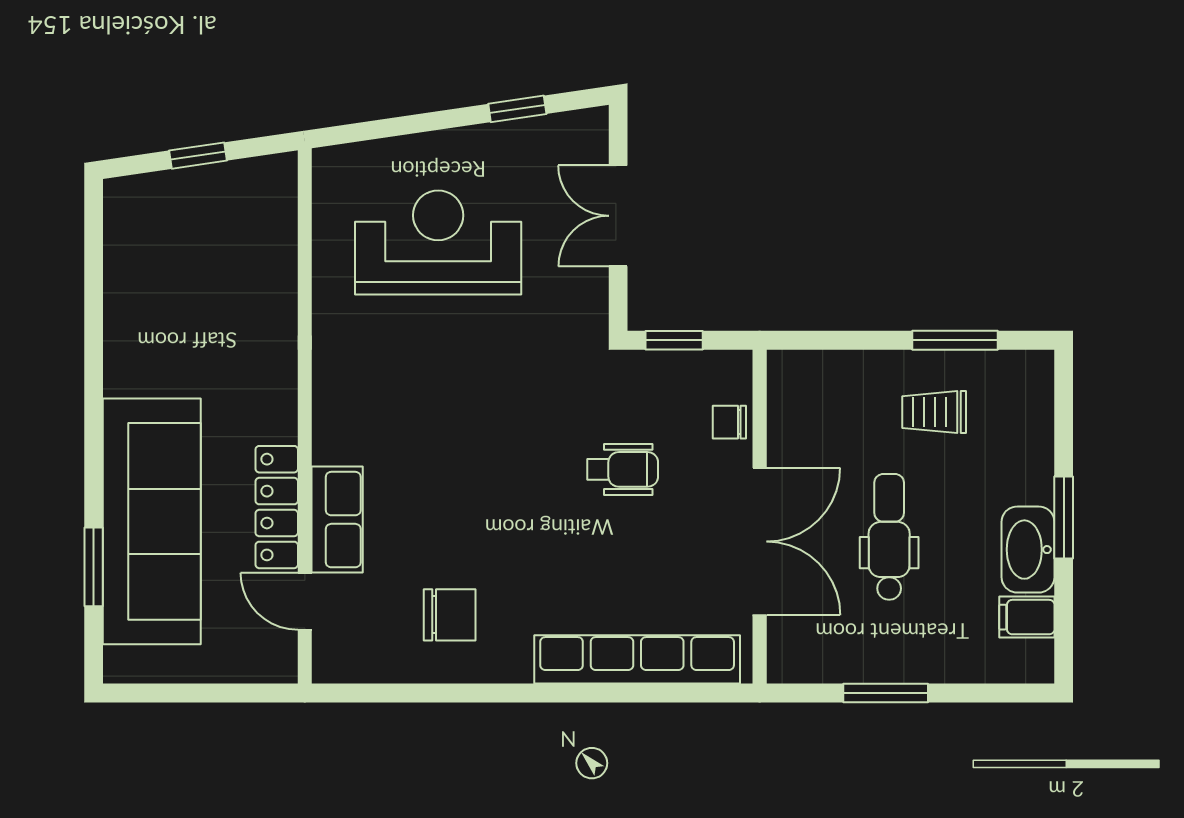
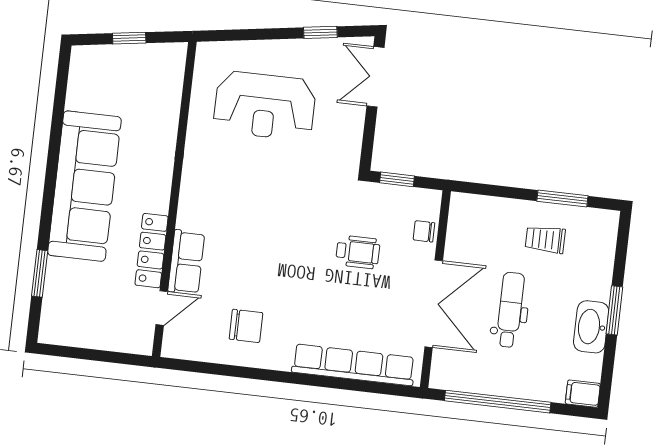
double door: (618, 216) -> (375, 77), moved
reception desk: (438, 242) -> (265, 106), turned 180
sofa: (152, 521) -> (84, 186), moved
door: (305, 601) -> (162, 308), swing flipped
filing cabinet: (1027, 617) -> (583, 394), moved
window: (886, 693) -> (498, 402), width x2.11

